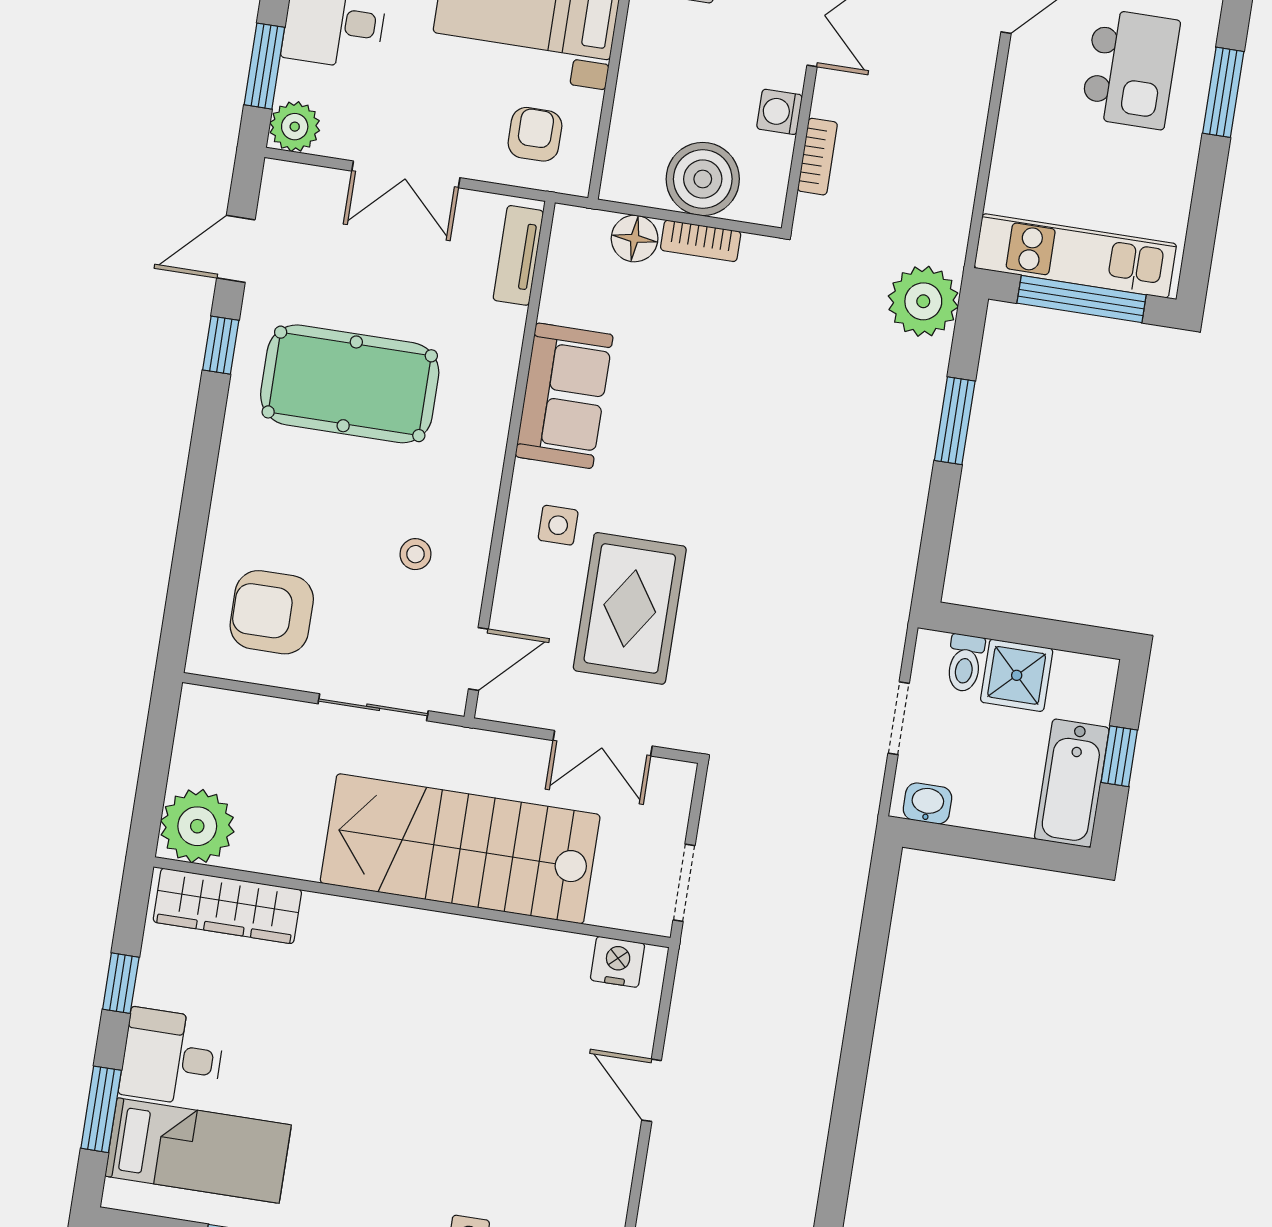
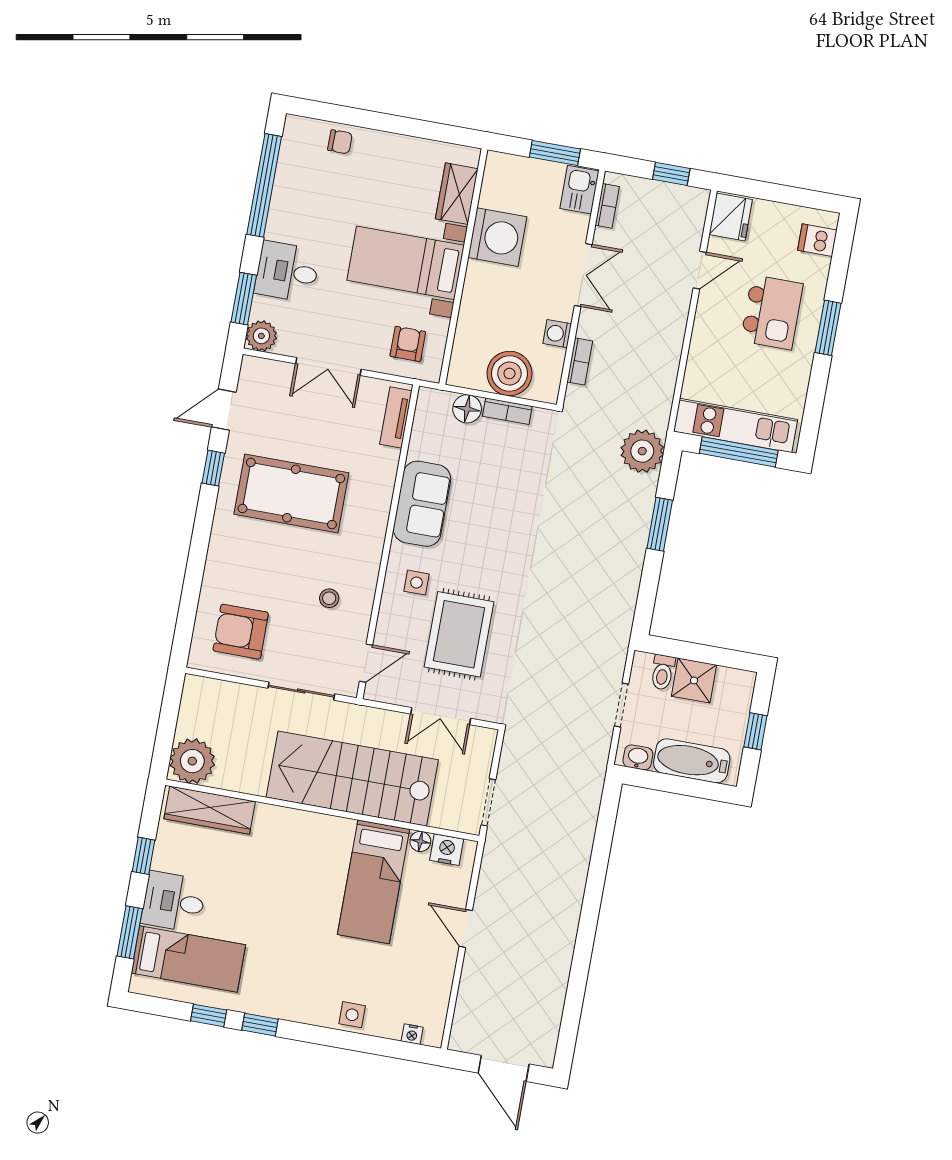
bathtub: (1072, 783) -> (692, 761), moved, turned 90
floor lamp: (574, 949) -> (420, 841), added
bed: (499, 1017) -> (374, 882), added

